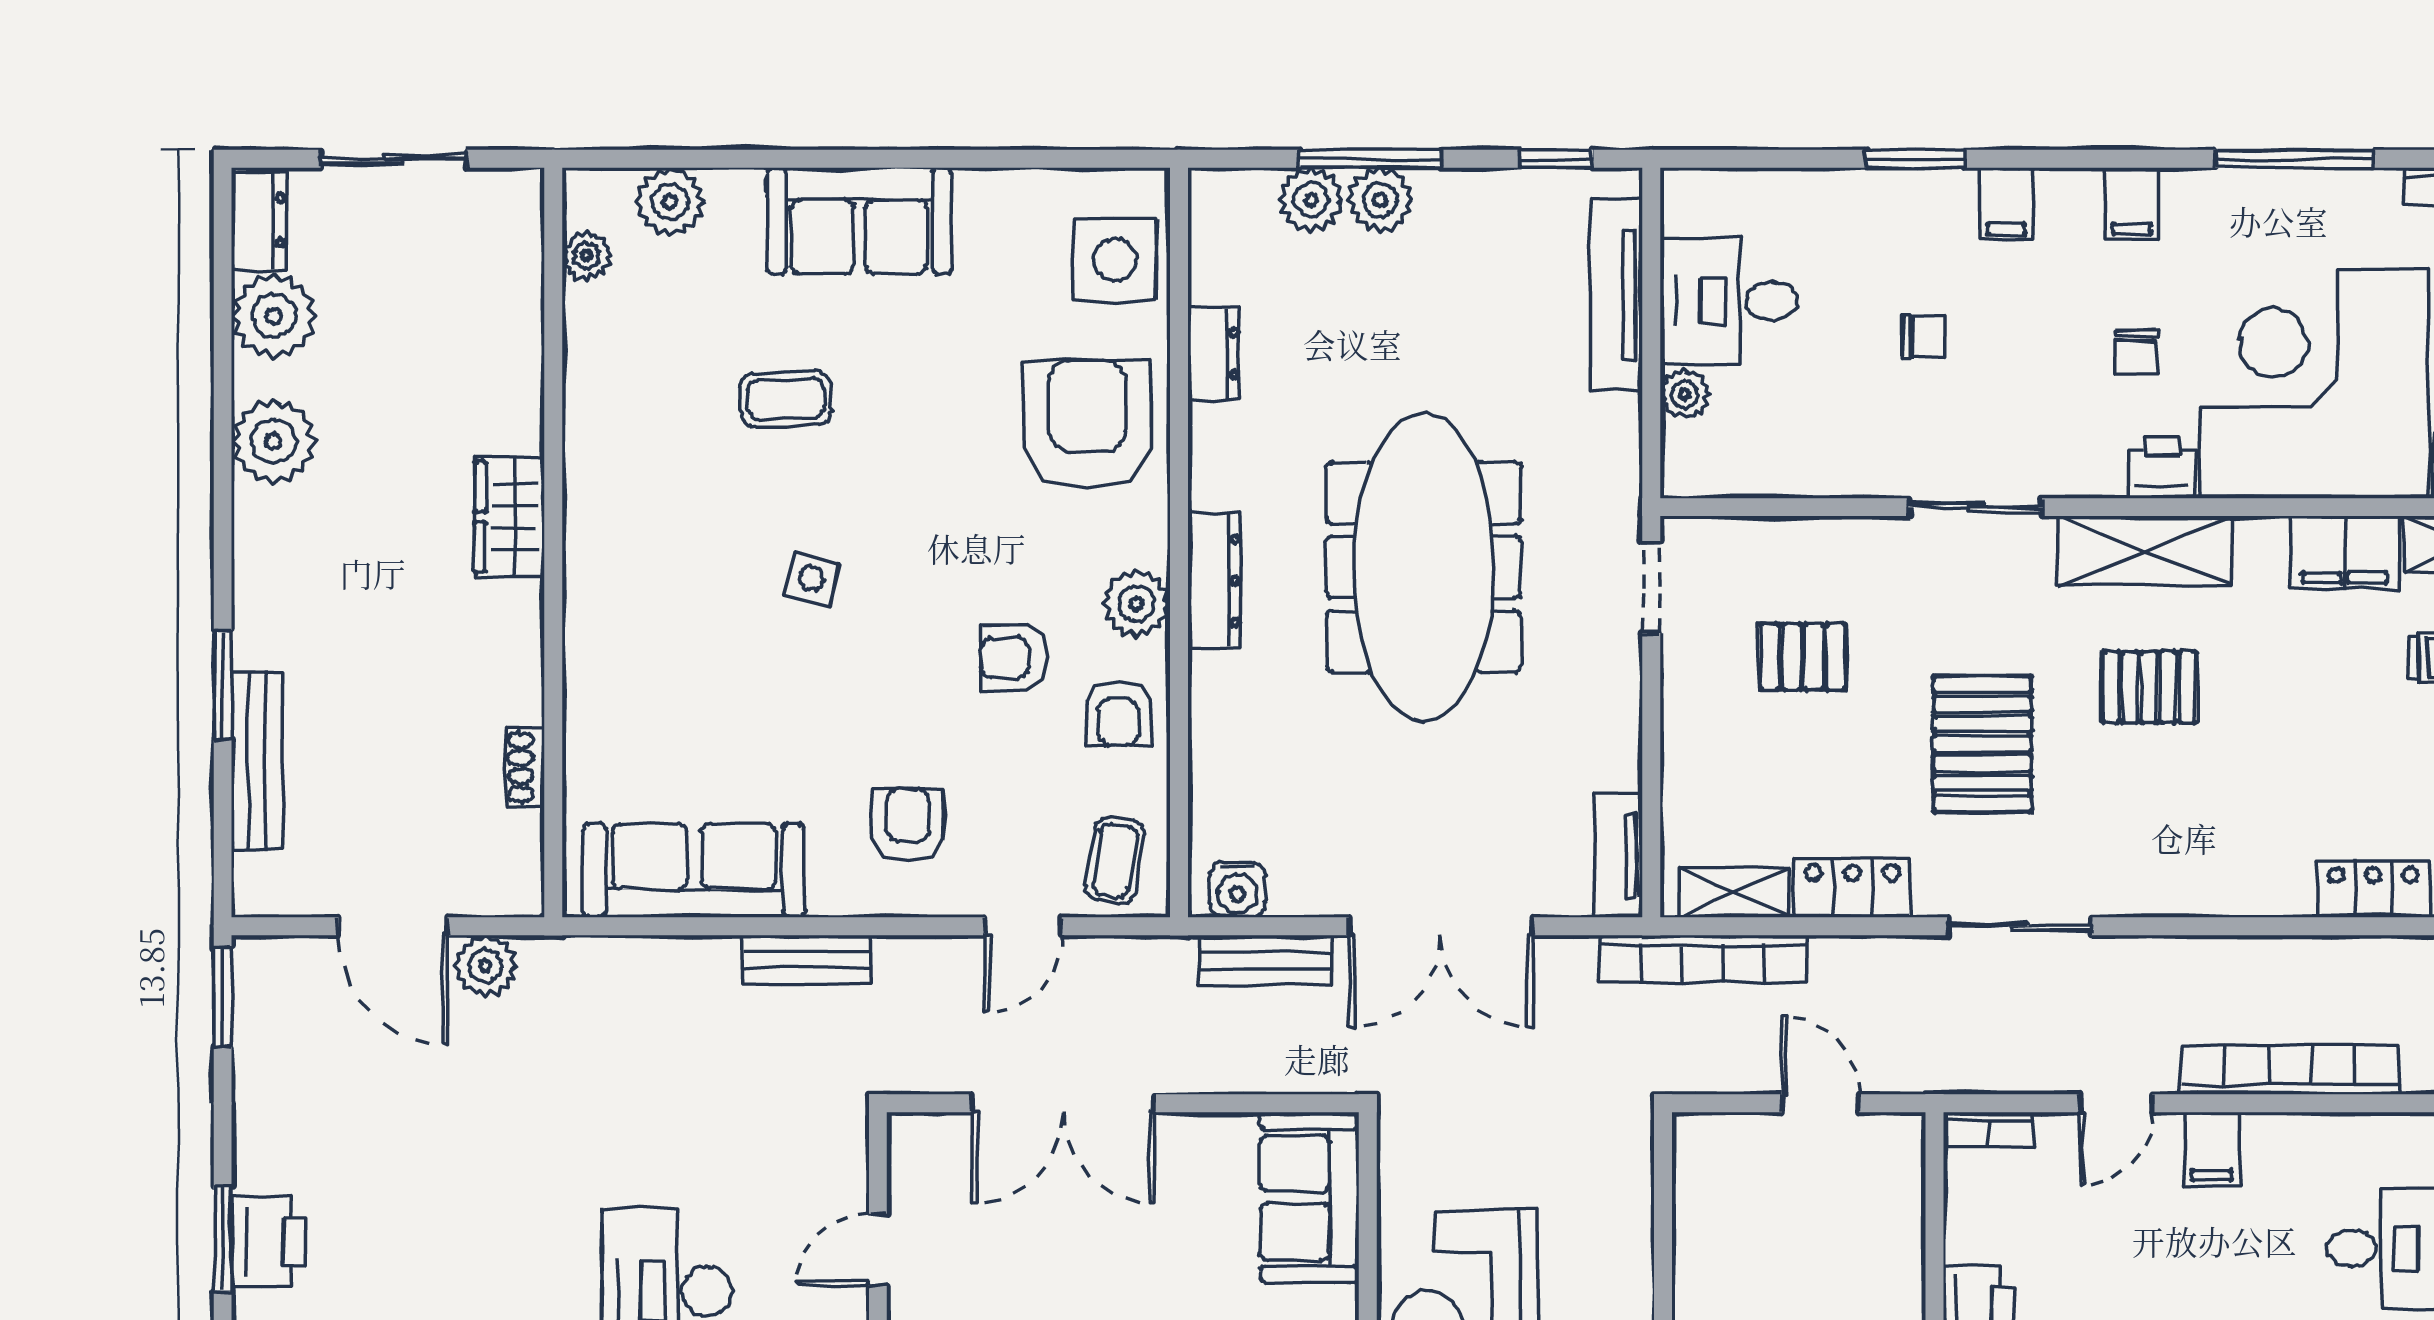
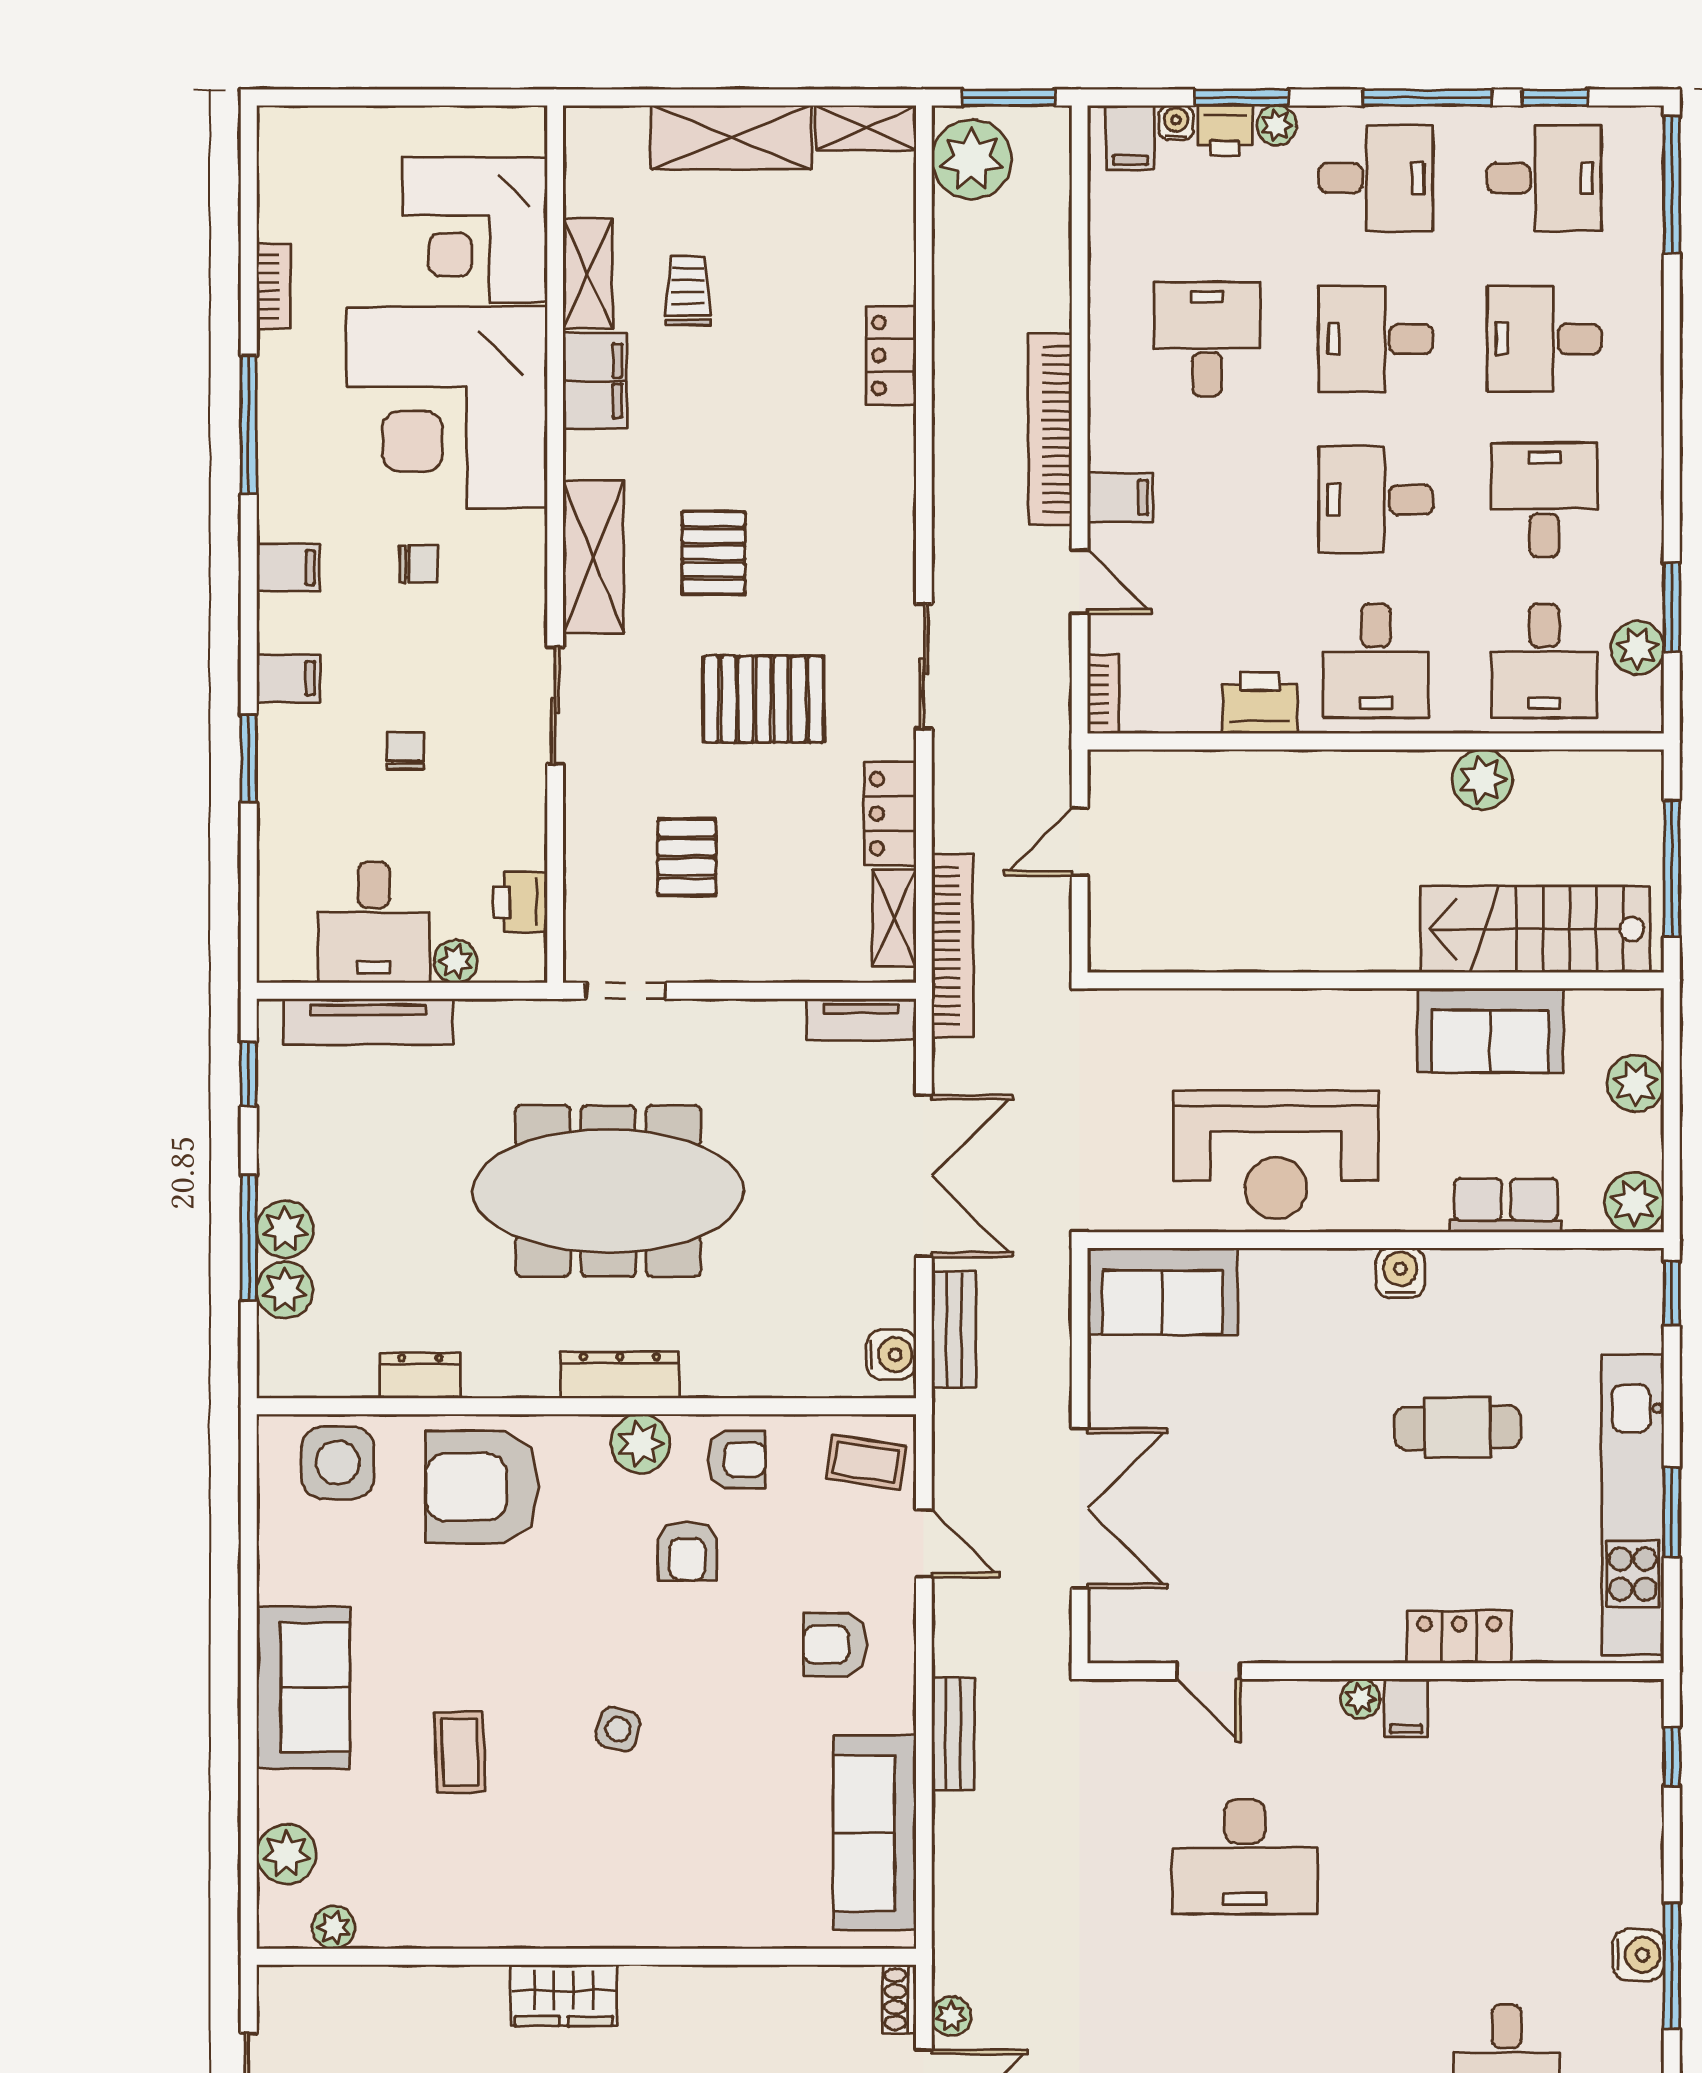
printer: (2161, 468) -> (520, 902), moved
shoe rack: (525, 767) -> (899, 1999), moved, turned 90
plant: (485, 966) -> (951, 2016), width x0.73, depth x0.73

